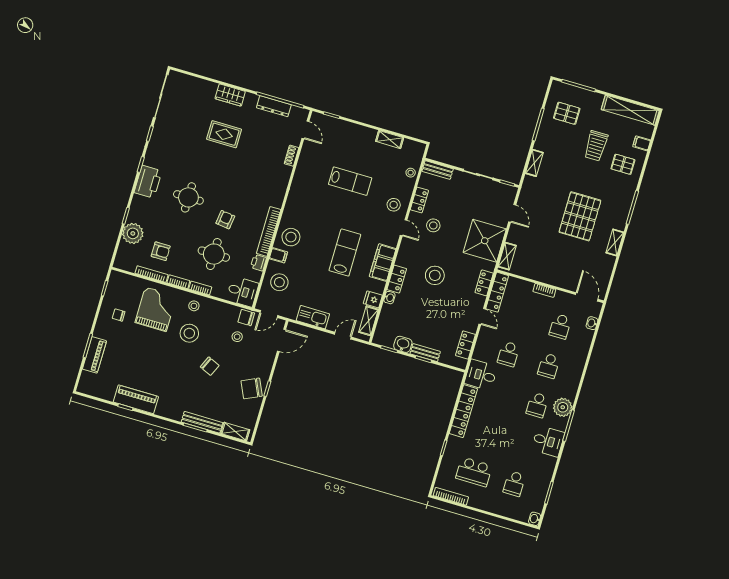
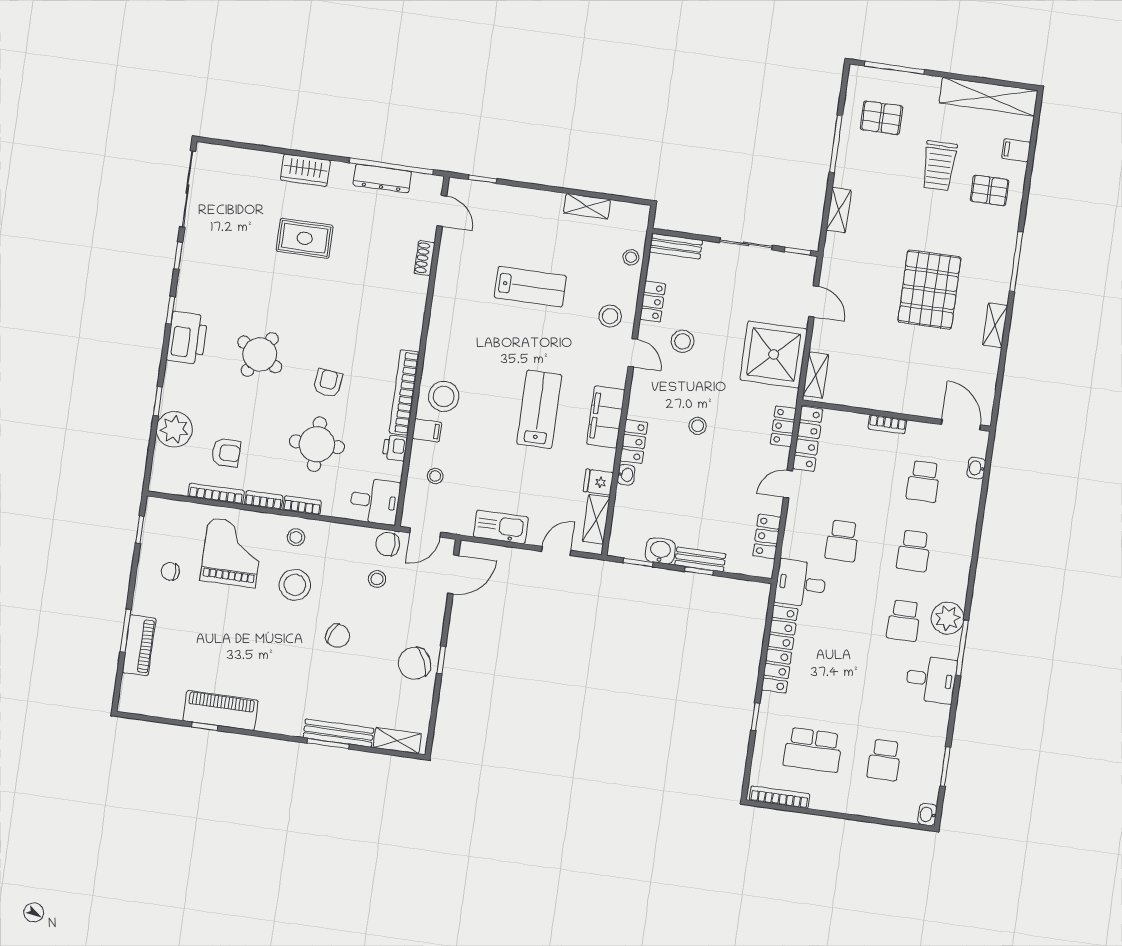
round table: (188, 197) -> (260, 354), turned 30
stool: (435, 275) -> (698, 426), width x0.53, depth x0.53
stool: (279, 282) -> (435, 476), width x0.53, depth x0.53
door: (482, 317) -> (788, 484), swing flipped

